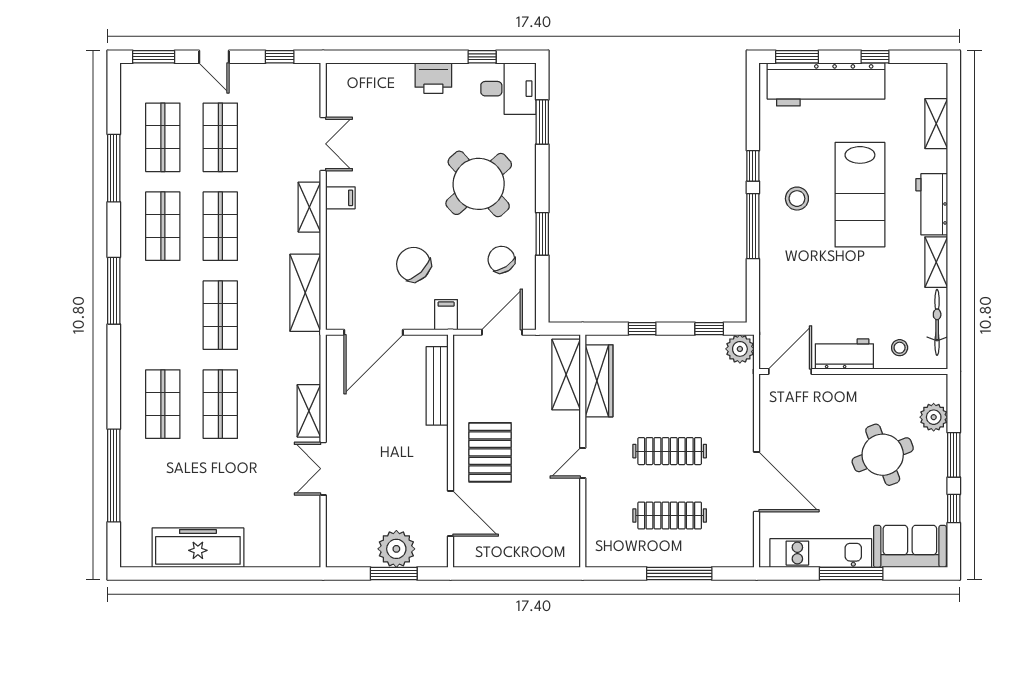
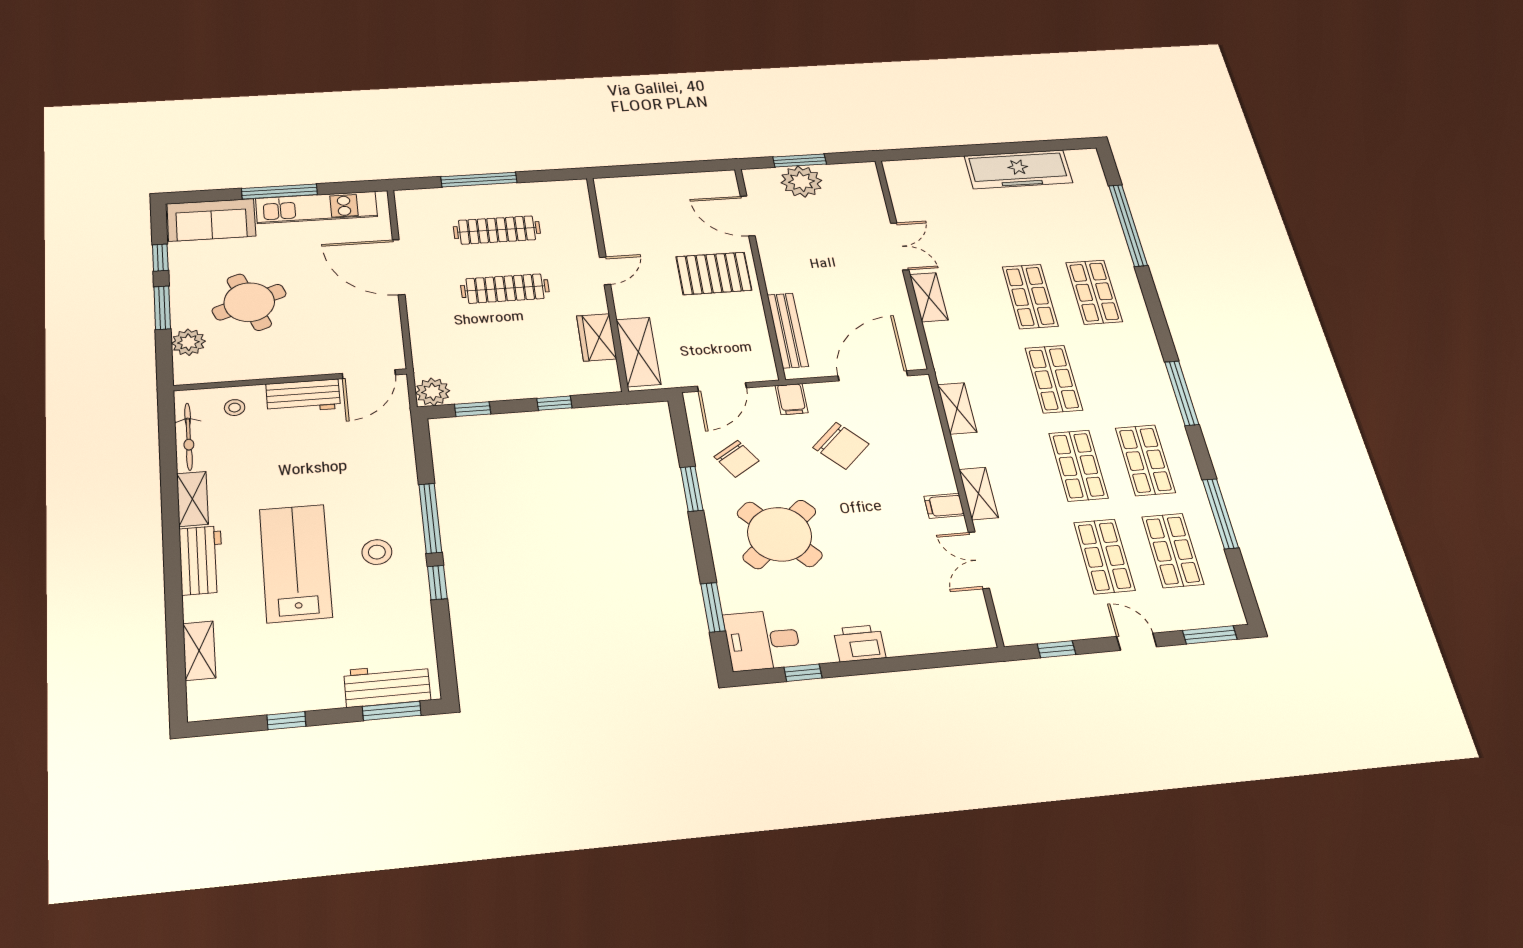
workbench: (826, 84) -> (387, 685), width x0.53, depth x0.76
shelving: (305, 293) -> (957, 408), width x0.67, depth x0.75
wardrobe: (599, 381) -> (597, 337), width x0.67
pallet: (490, 452) -> (714, 273), turned 90

